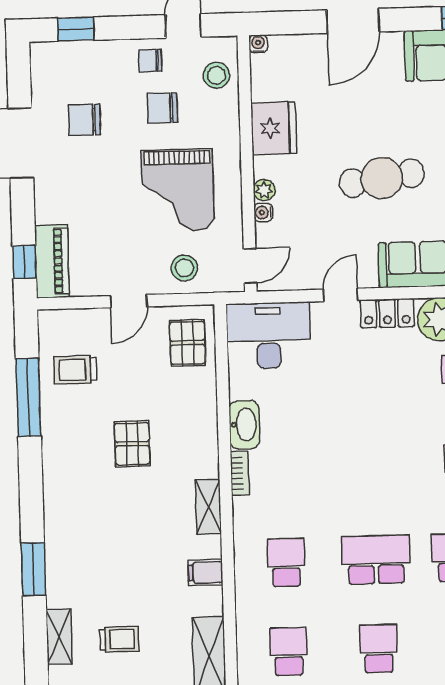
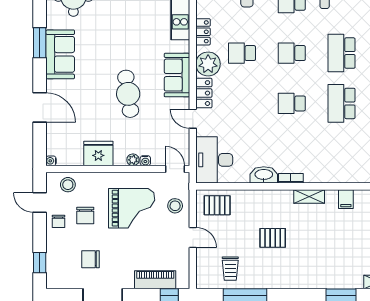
chair: (84, 120) -> (90, 259), turned 90
piano: (52, 261) -> (155, 280), moved
school desk: (286, 562) -> (292, 103), moved

